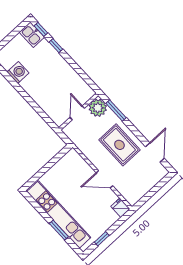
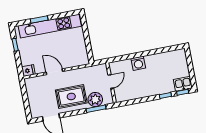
washing machine: (18, 72) -> (138, 63), moved
plant: (98, 108) -> (95, 99), moved
door: (77, 113) -> (111, 82), hinge flipped
door: (104, 179) -> (54, 72), hinge flipped

